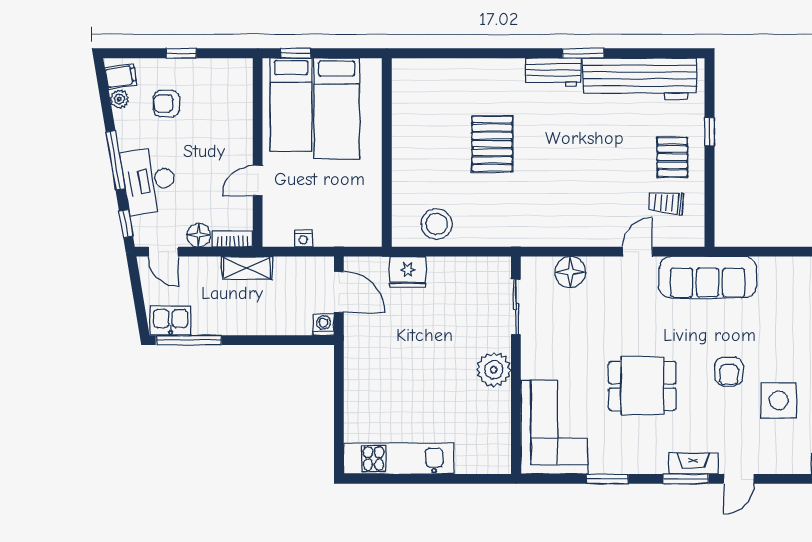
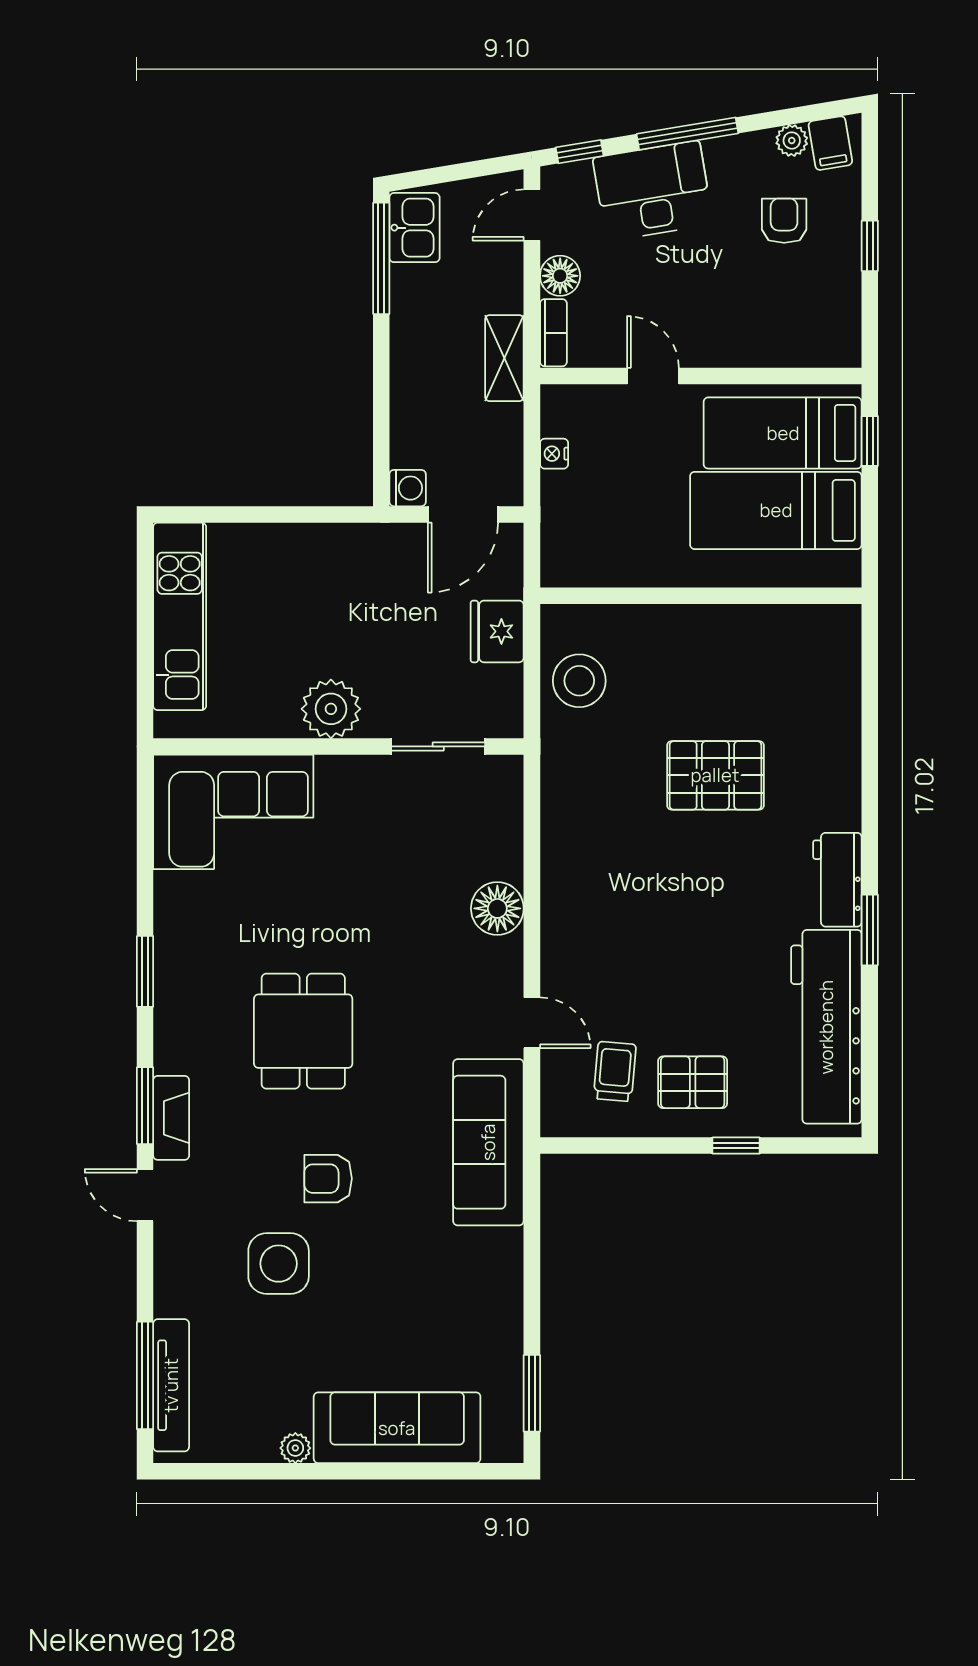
sliding door: (516, 307) -> (438, 746), moved
wall: (516, 365) -> (338, 746), moved
plant: (494, 370) -> (331, 709), moved
corner sofa: (554, 427) -> (233, 812), moved

